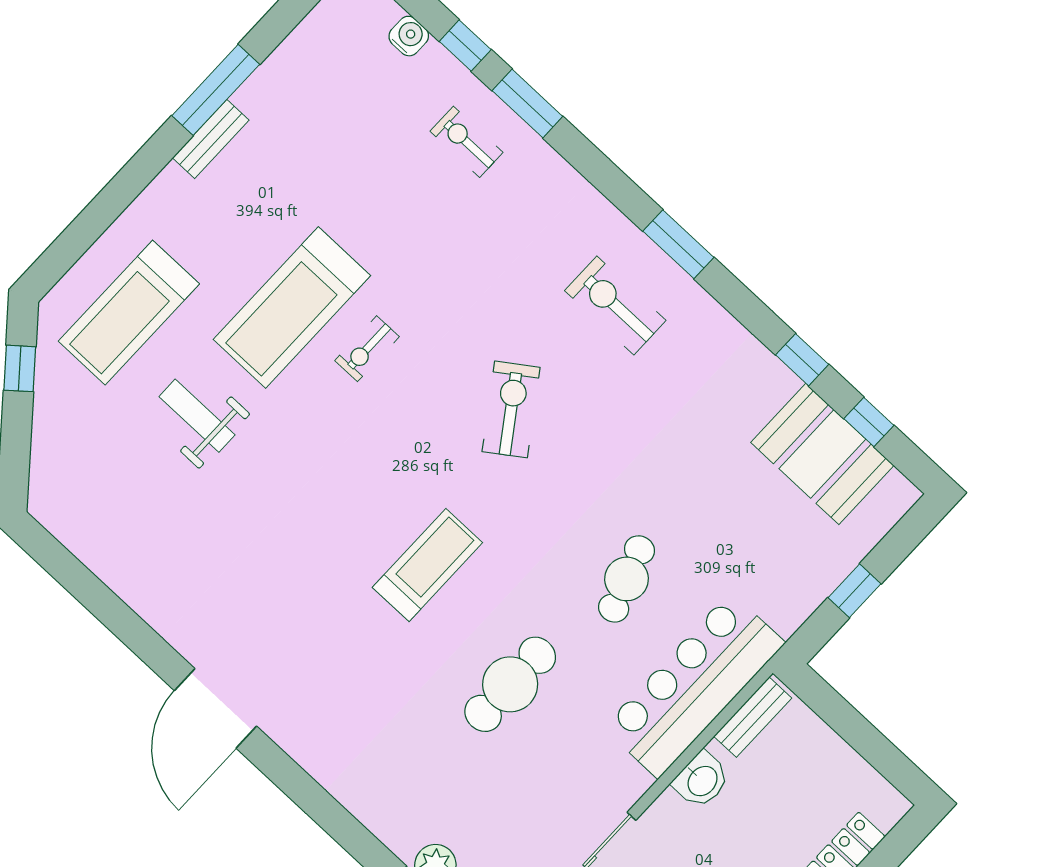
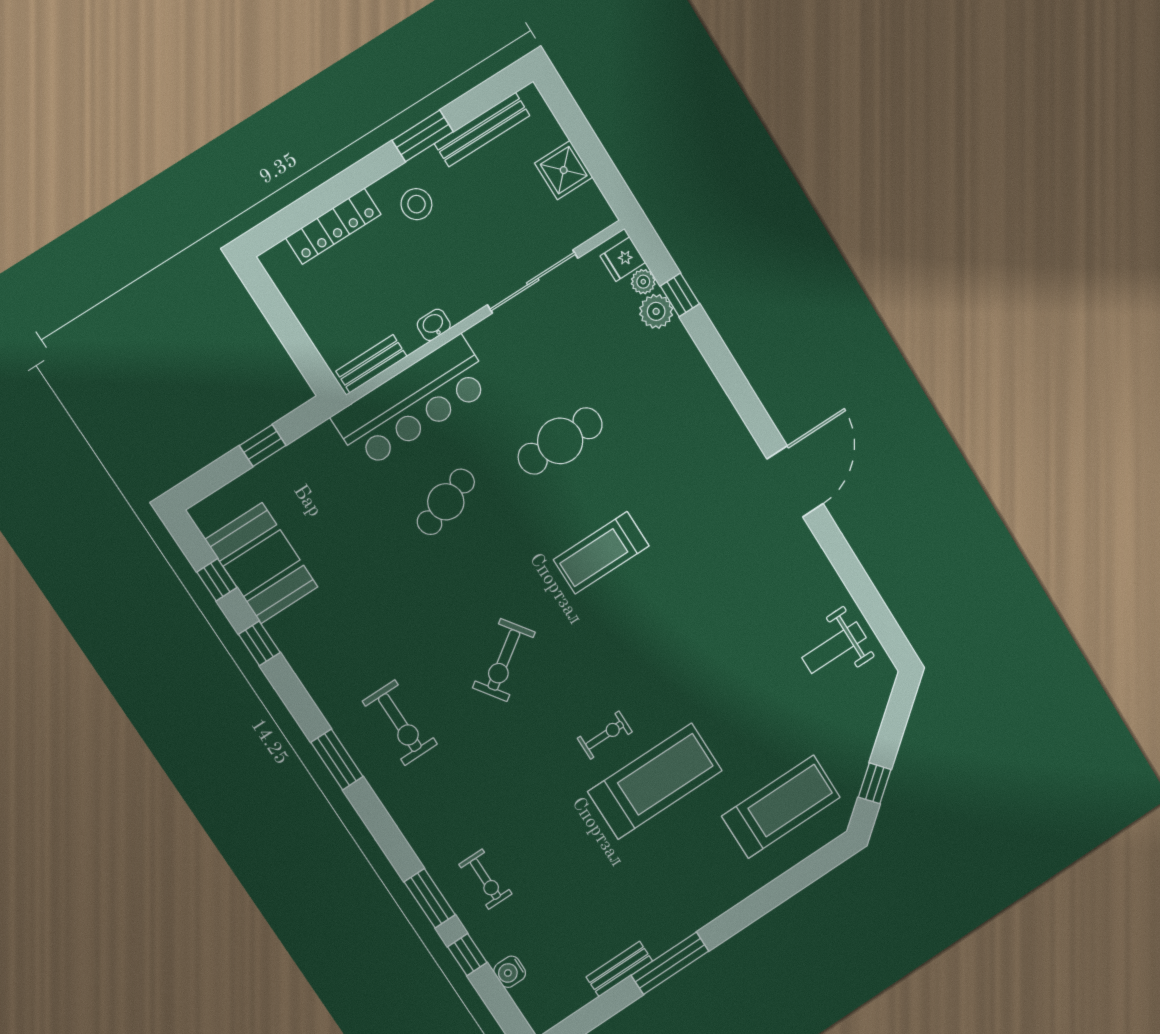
bench: (211, 139) -> (619, 969), moved
weight bench: (197, 416) -> (834, 648), moved, turned 90
washbasin: (702, 780) -> (434, 325), width x0.72, depth x0.69

